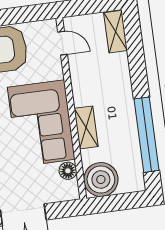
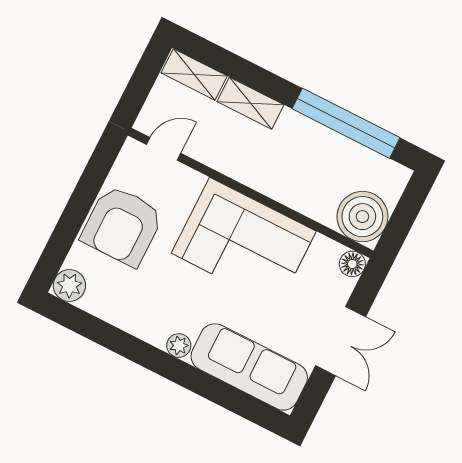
shelving: (86, 127) -> (250, 103), moved
floor lamp: (68, 171) -> (352, 264), moved

